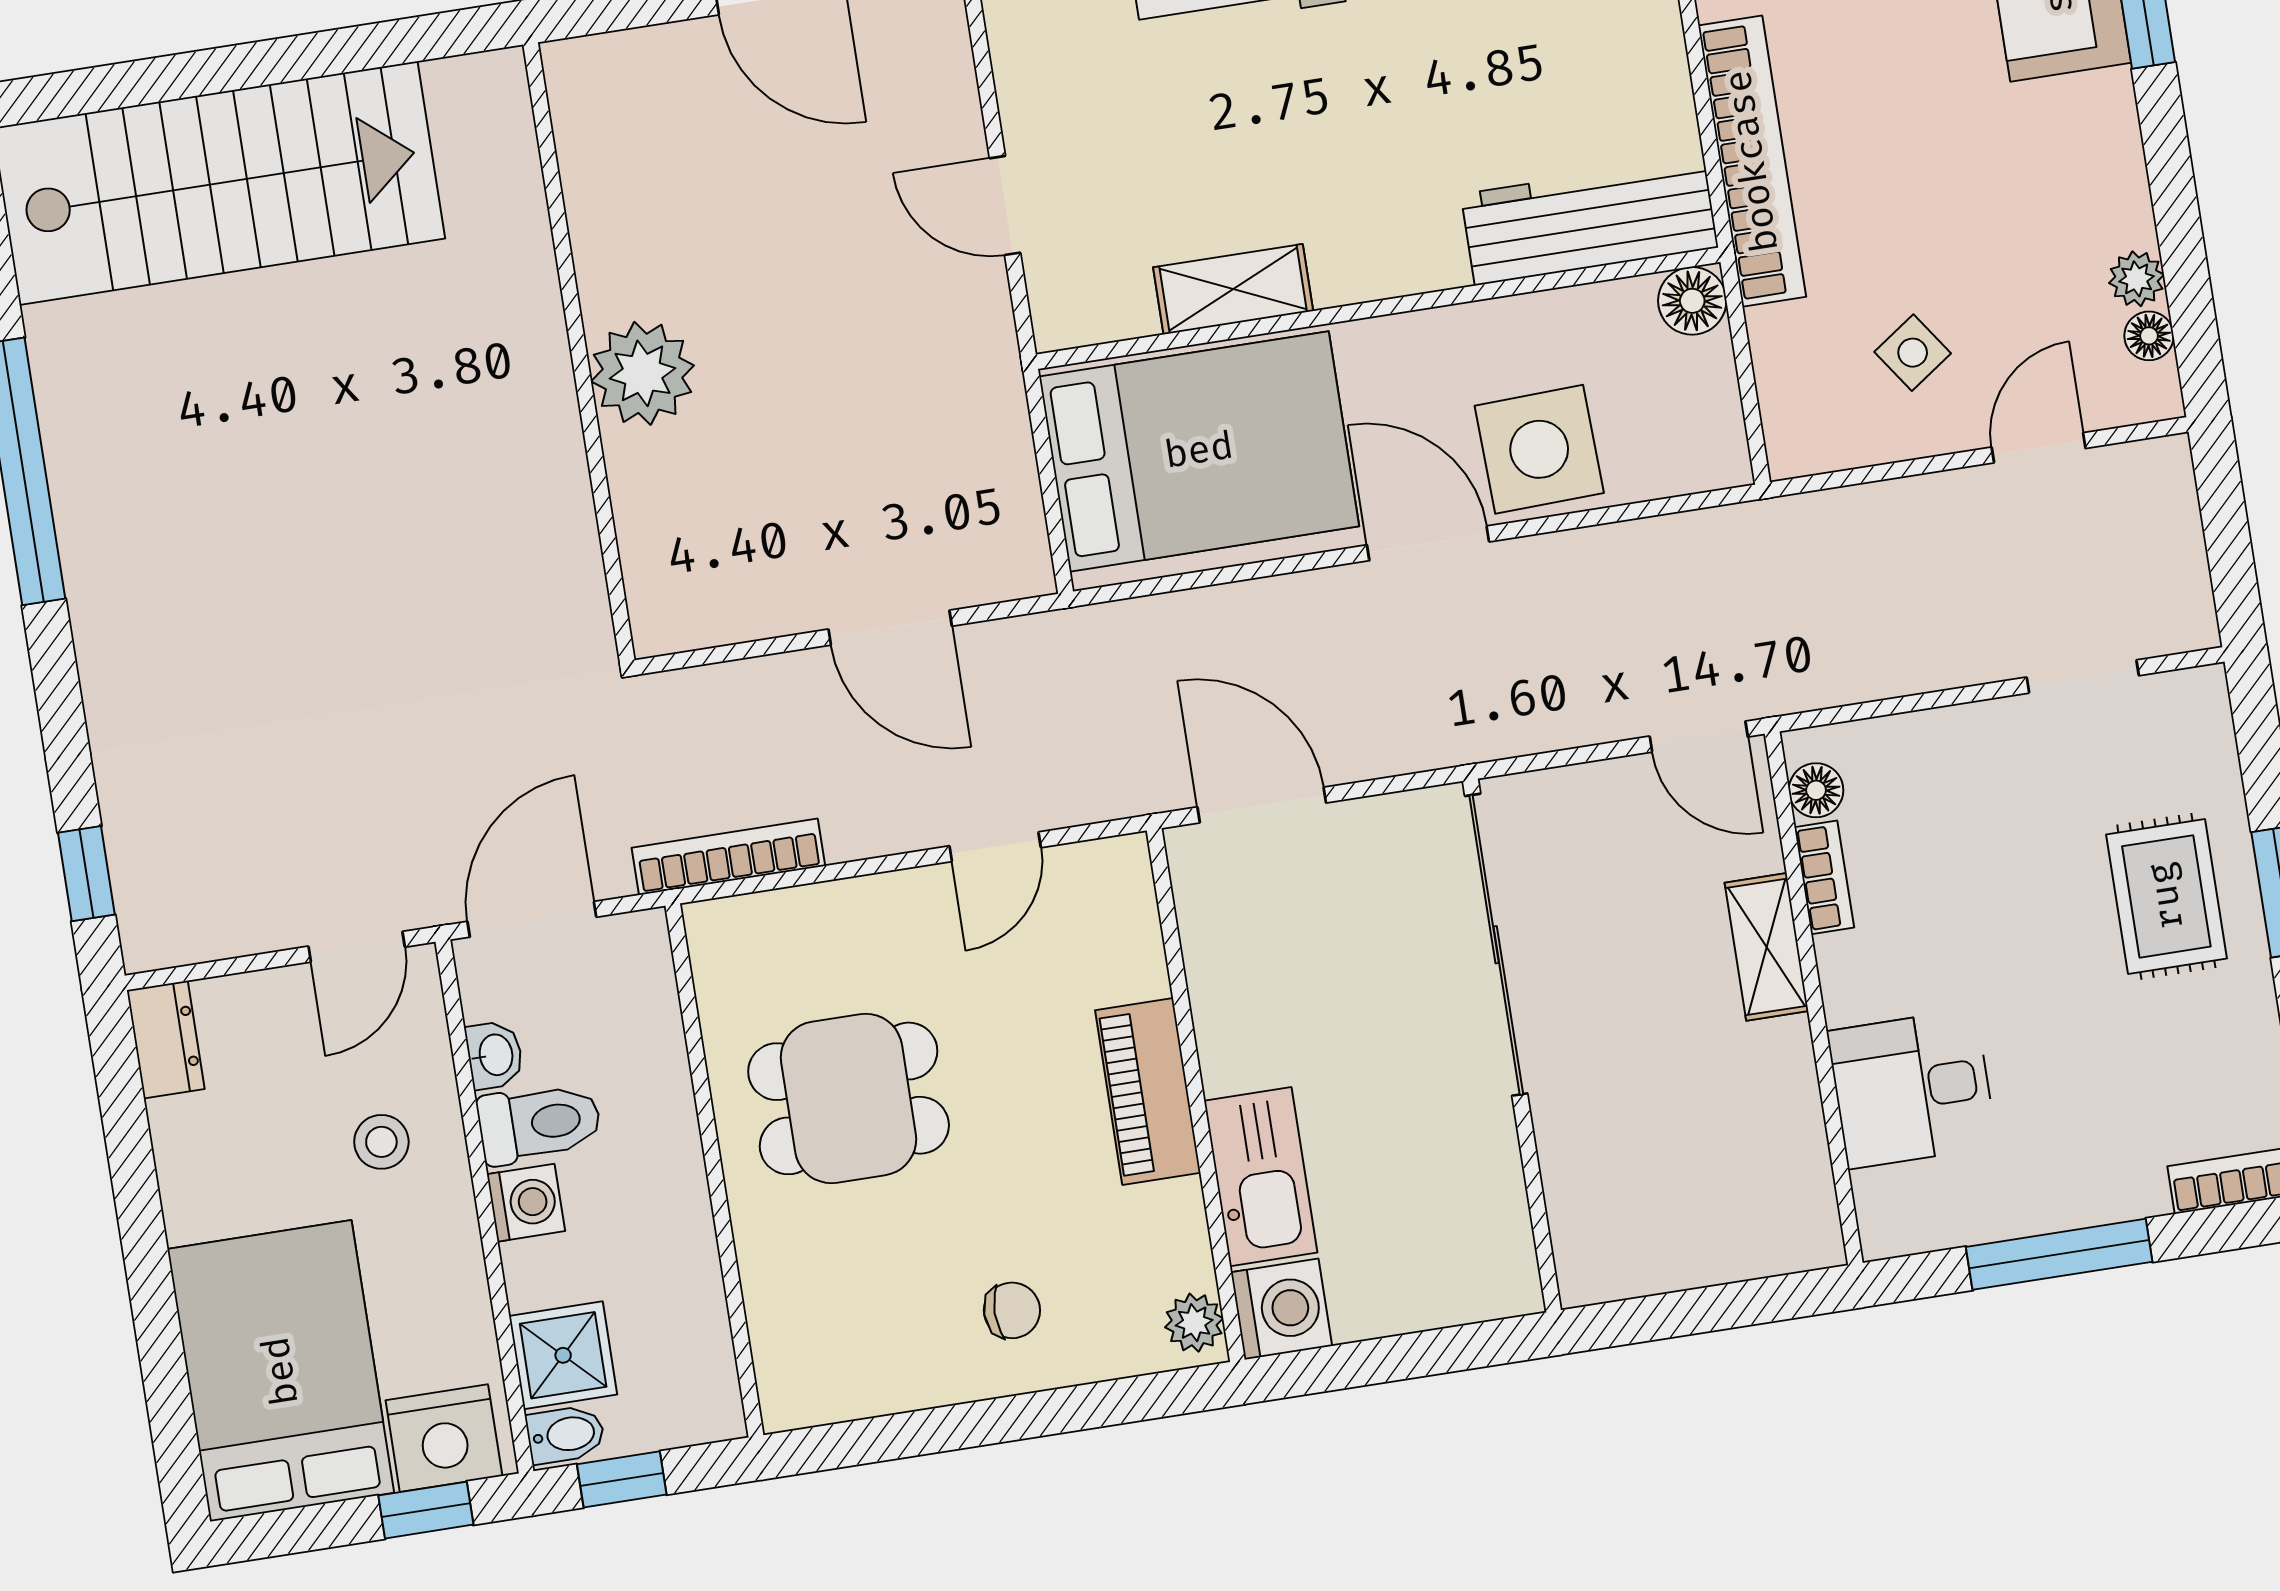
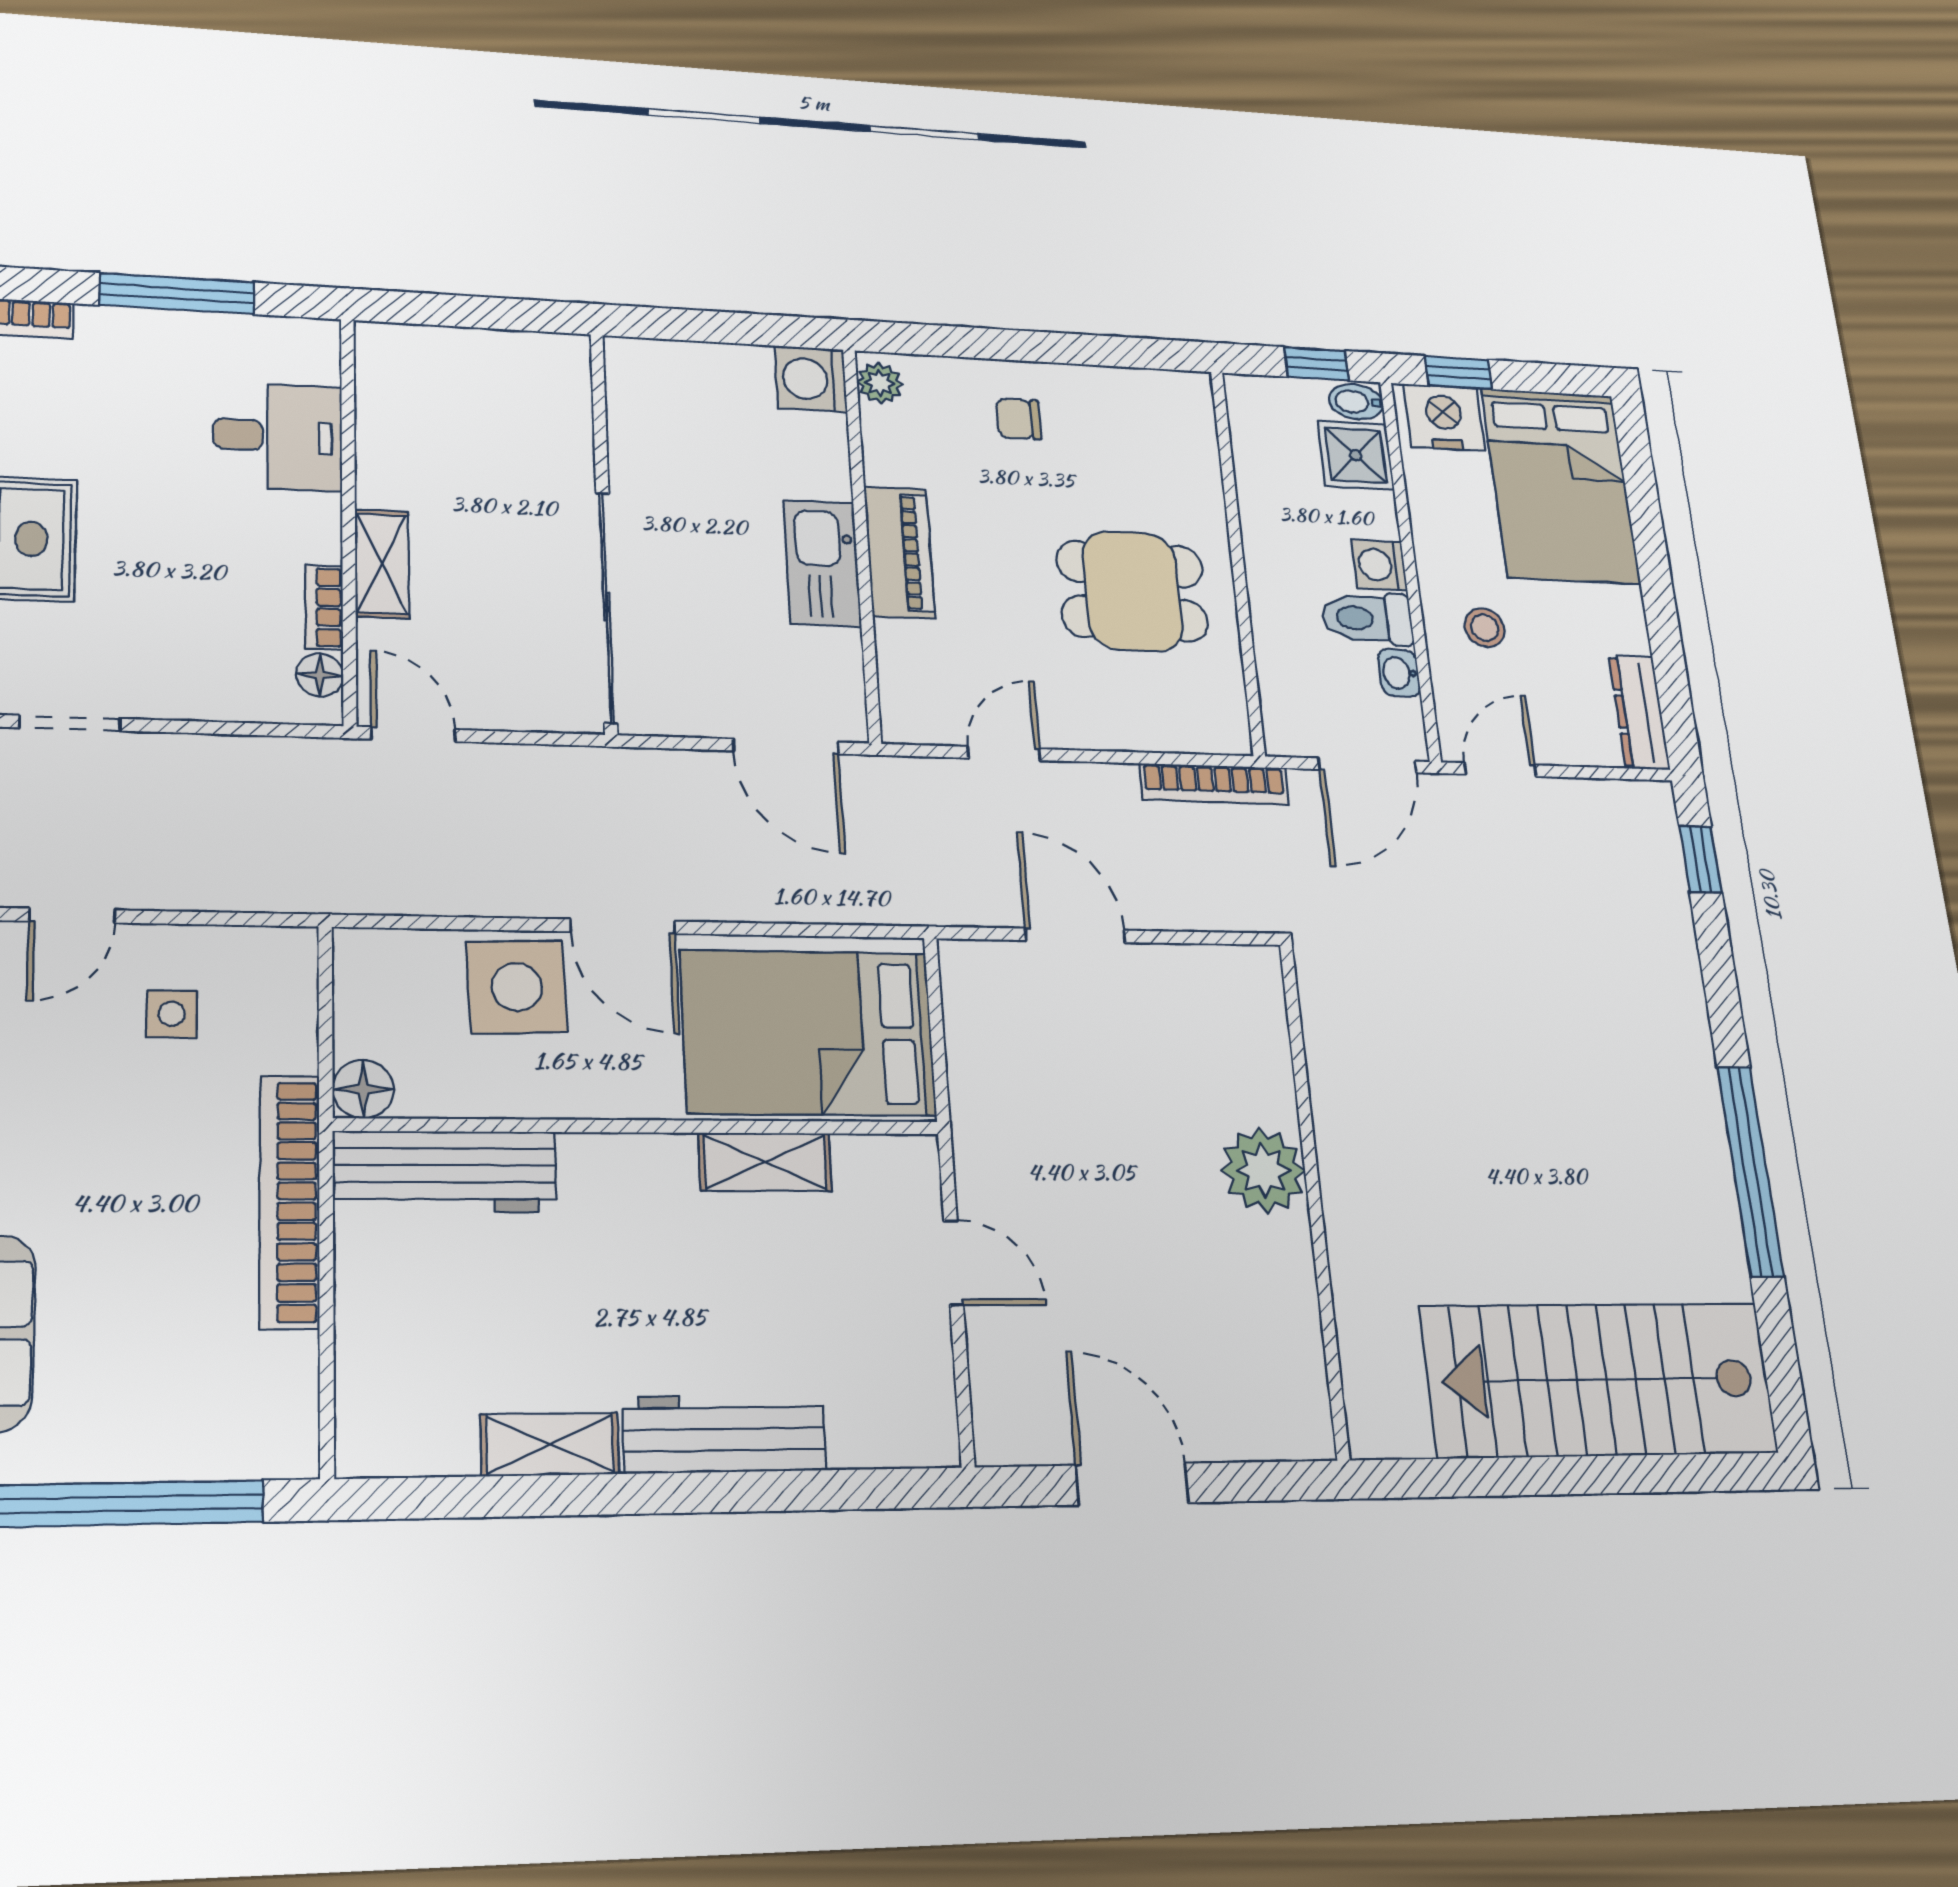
side table: (1913, 353) -> (172, 1014), turned 35
dresser: (166, 1040) -> (1639, 712), width x1.44
kitchen sink: (1261, 1177) -> (822, 563), moved

